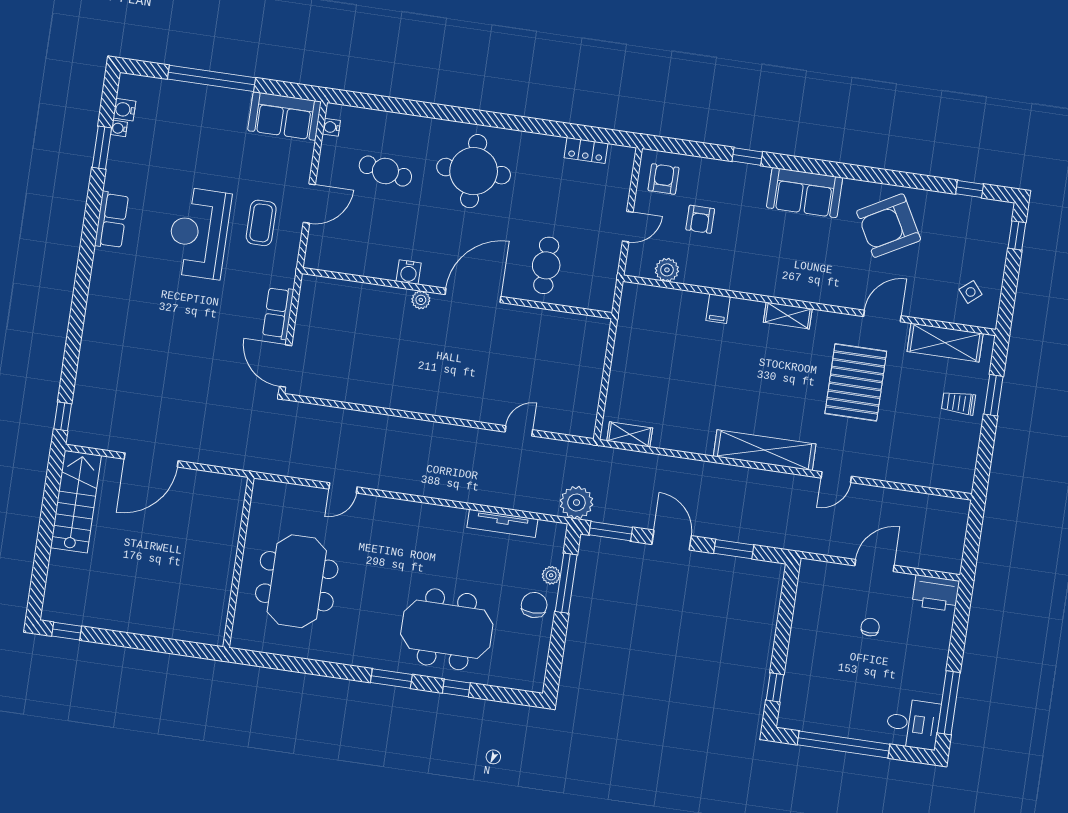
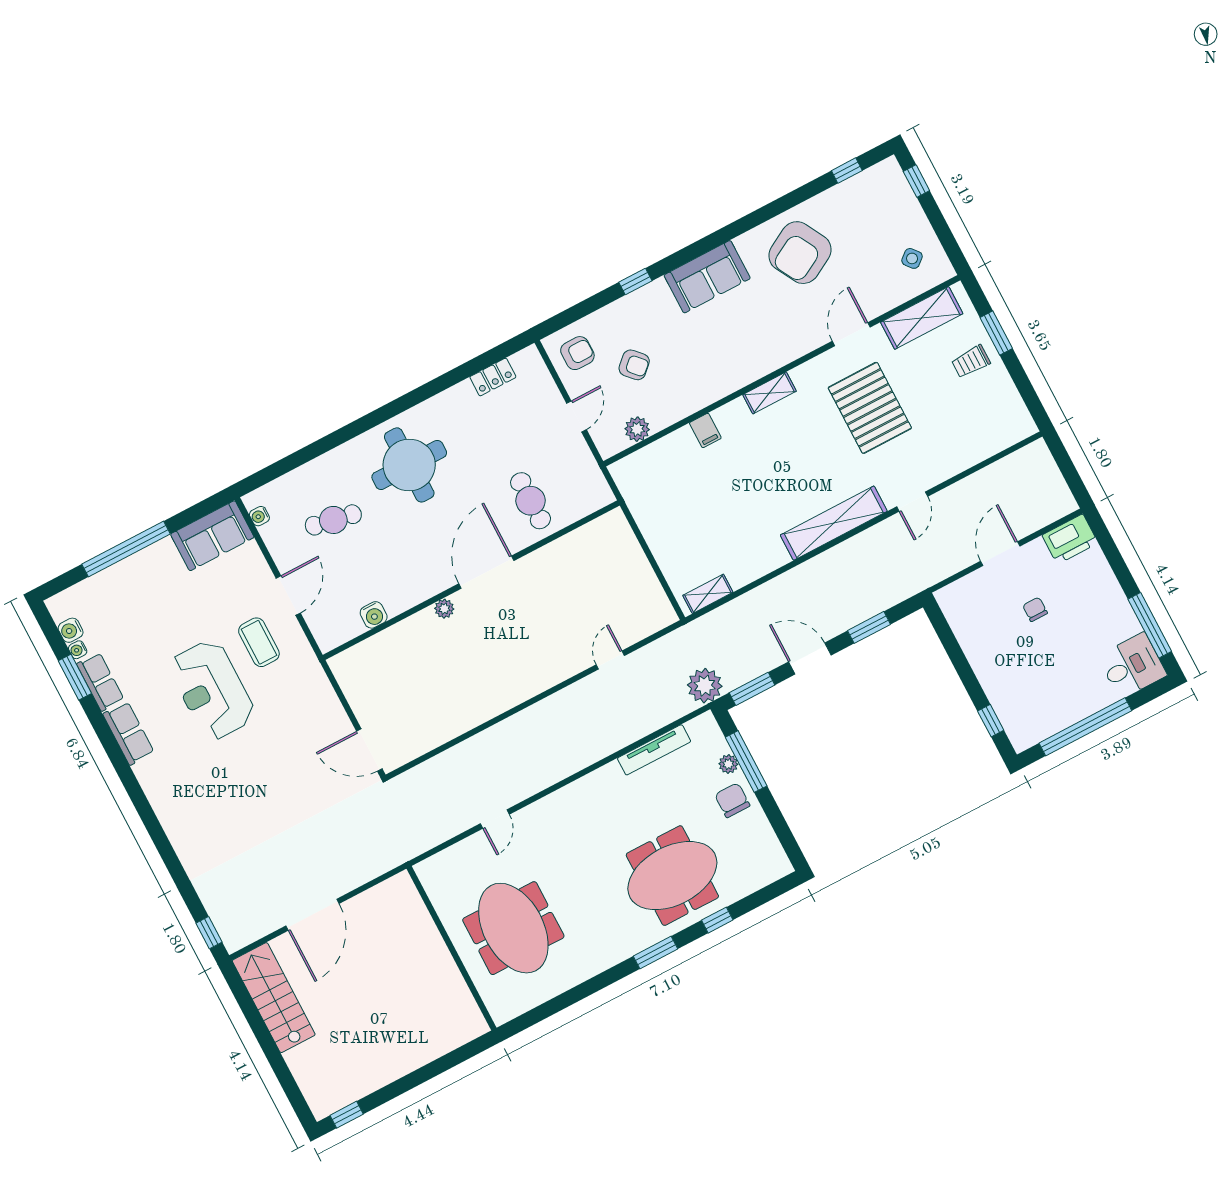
armchair: (664, 179) -> (577, 353), turned 90
armchair: (700, 219) -> (634, 365), turned -43
water cooler: (409, 272) -> (374, 615), moved
row of seats: (278, 313) -> (100, 682), moved, turned 180

